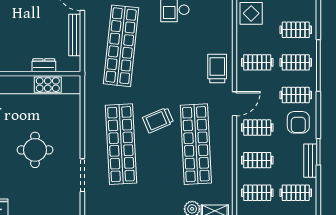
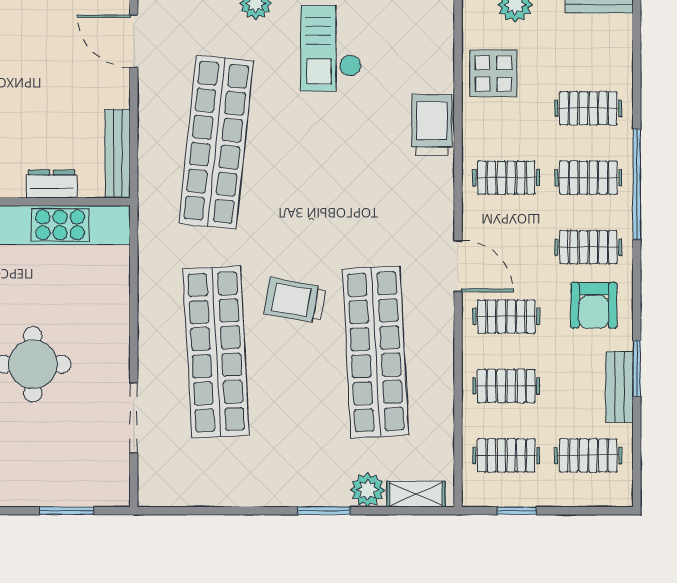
bench: (75, 35) -> (118, 154), moved
trolley: (217, 68) -> (432, 125), moved
door: (235, 104) -> (458, 266), hinge flipped
trolley: (158, 120) -> (295, 301), turned 33

